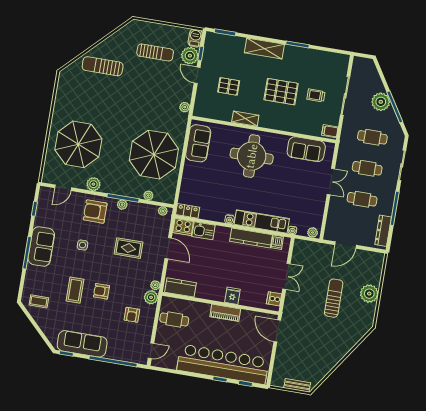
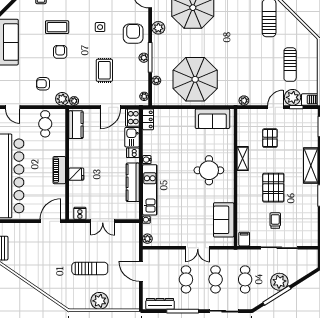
round table: (252, 156) -> (209, 170), width x0.73, depth x0.73
dishwasher: (277, 242) -> (133, 153), moved

